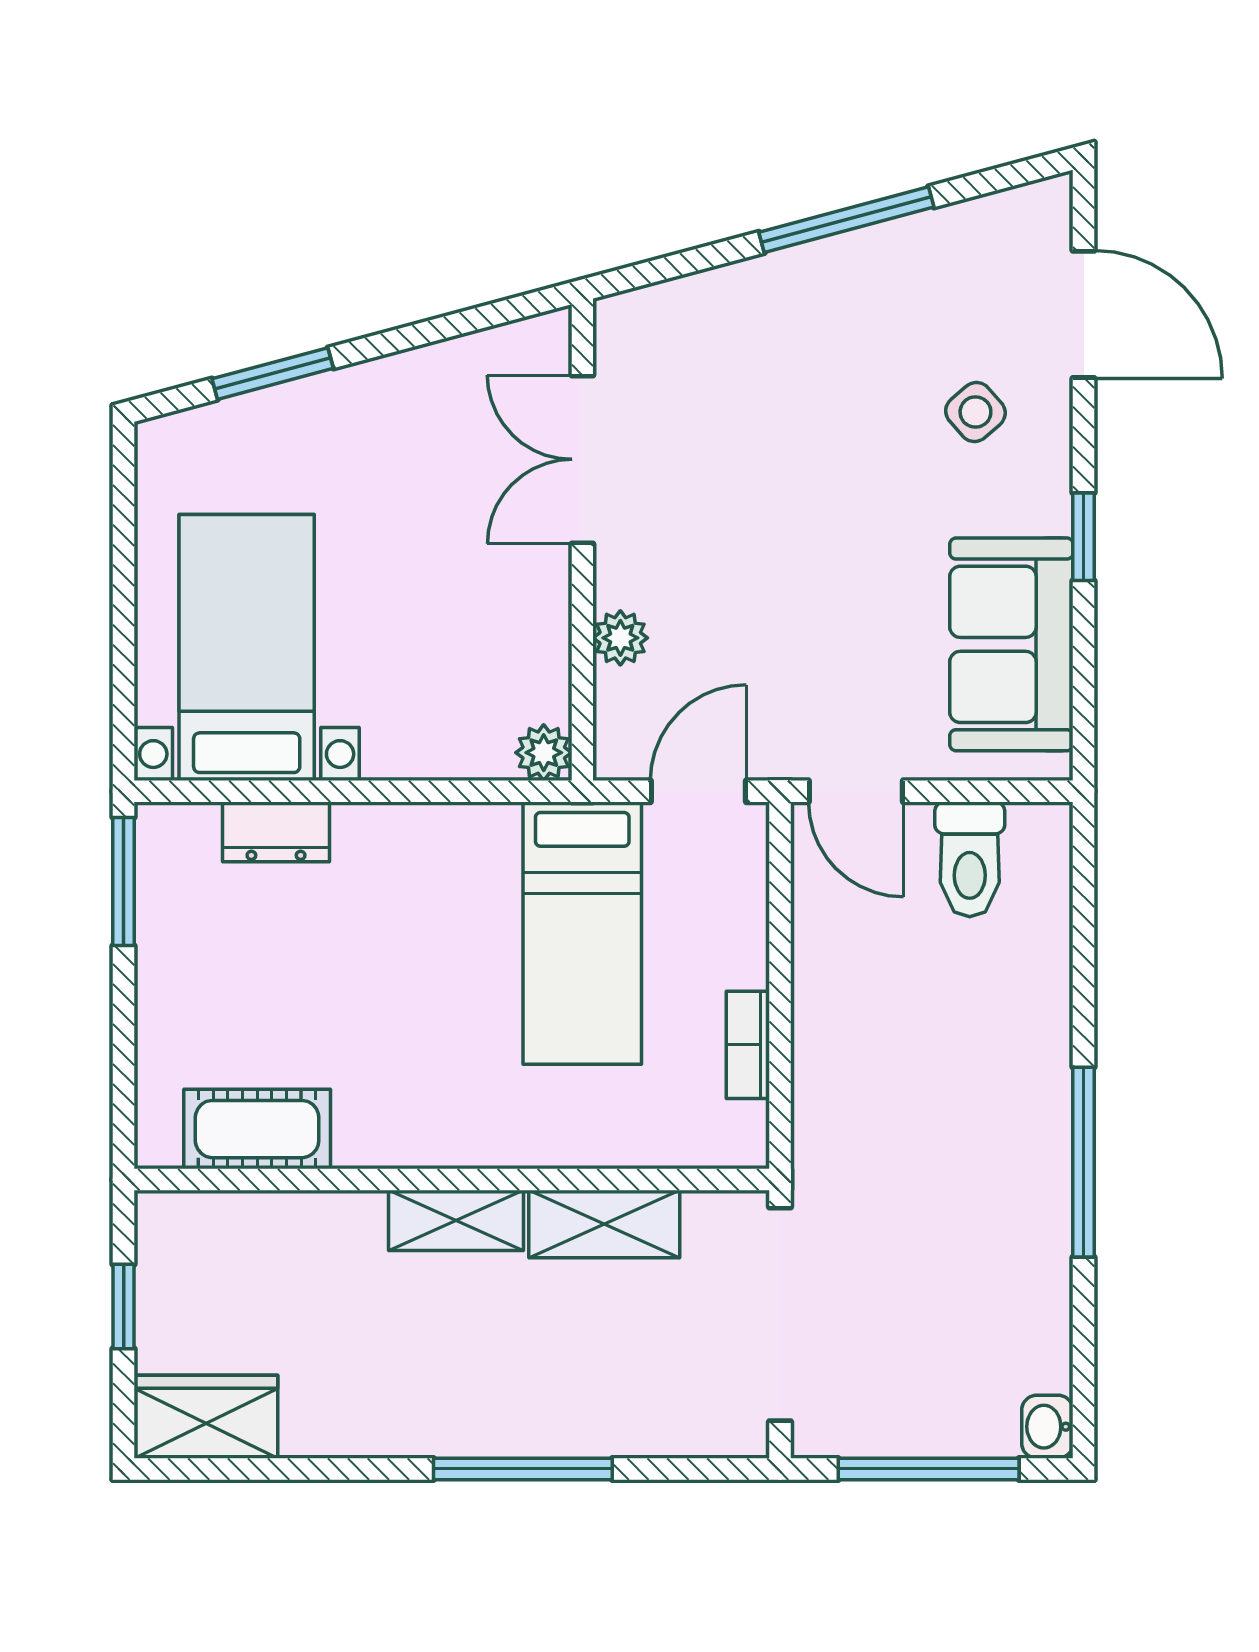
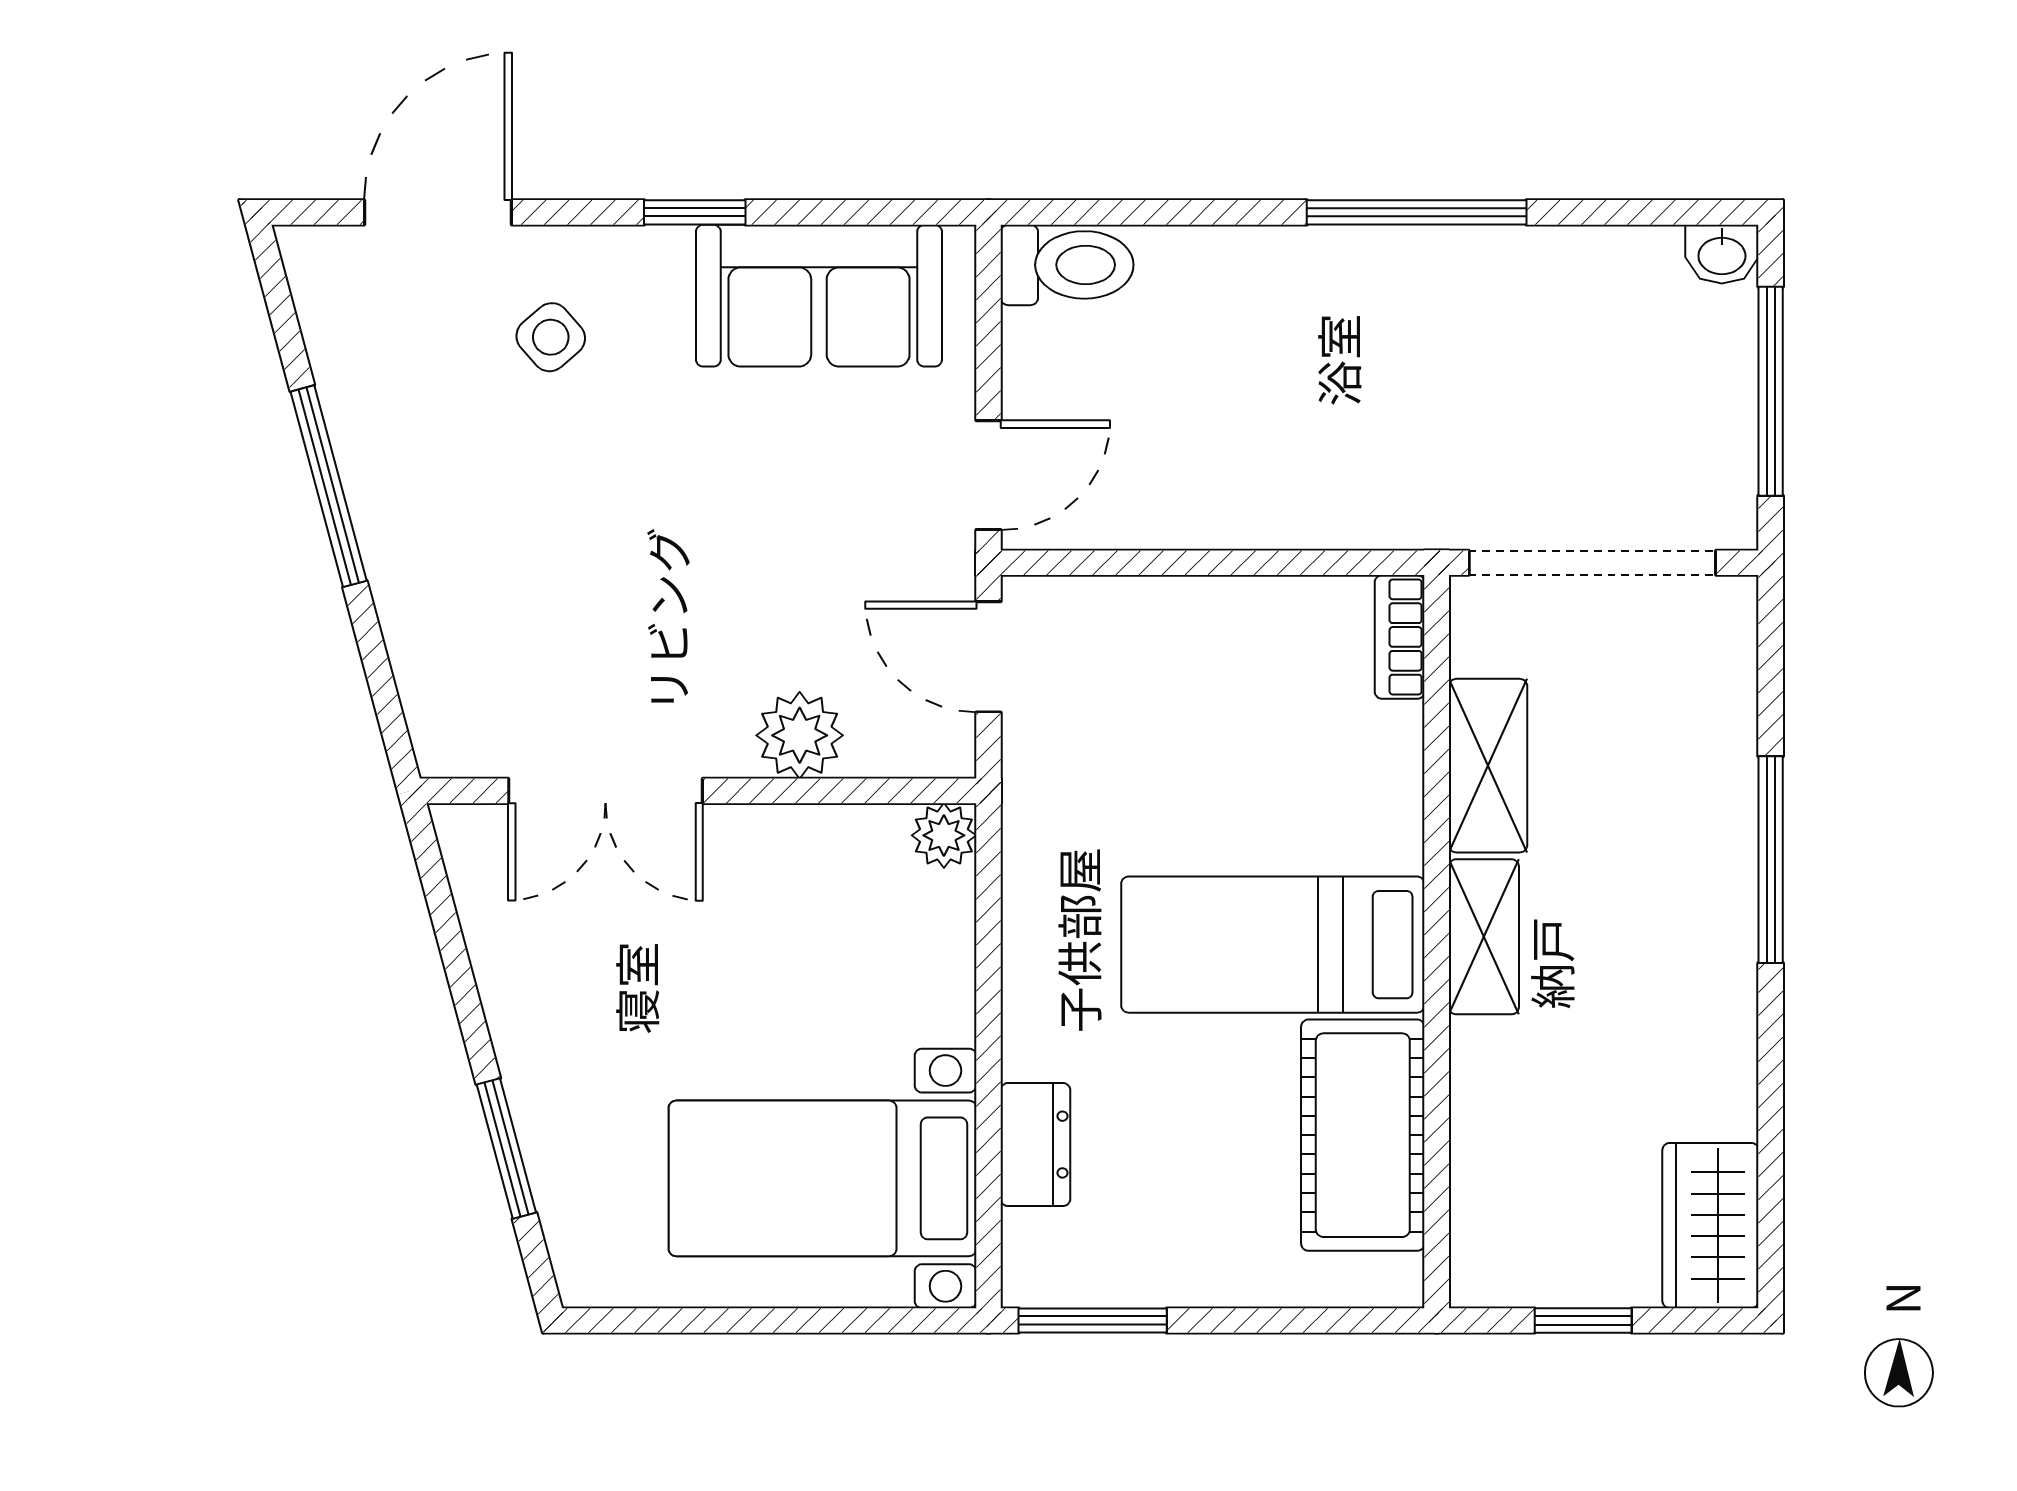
plant: (620, 638) -> (800, 735), width x1.38, depth x1.38
toilet: (970, 859) -> (1067, 265), moved
bed: (582, 933) -> (1273, 945), moved, turned 180
bookcase: (748, 1045) -> (1400, 637), moved, turned 90
cot: (257, 1129) -> (1363, 1135), width x1.37, depth x1.34

